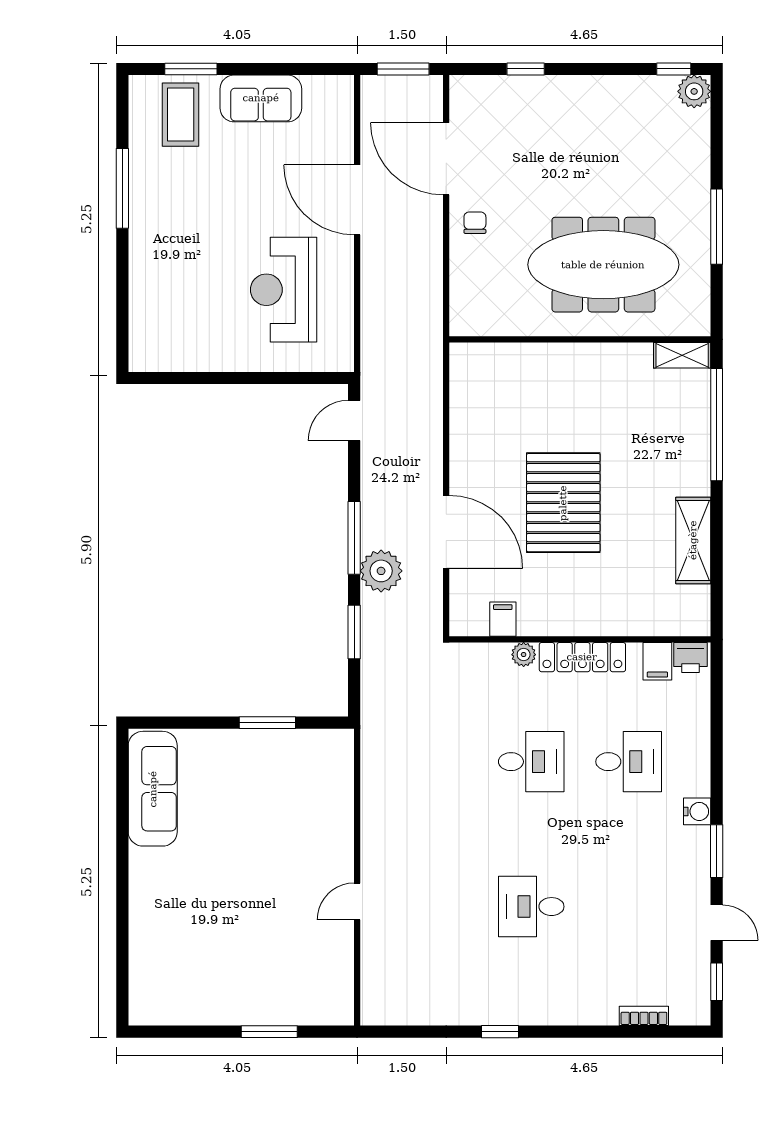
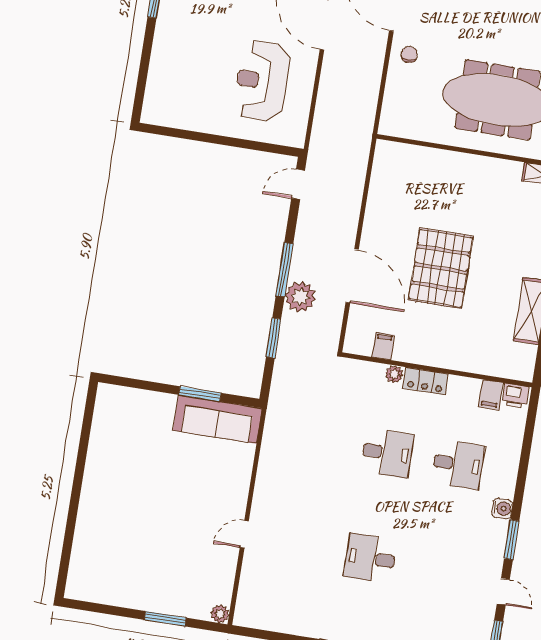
locker: (582, 657) -> (426, 381), width x0.66
sofa: (153, 789) -> (218, 419), moved, turned 90
plant: (342, 1013) -> (220, 614), added

